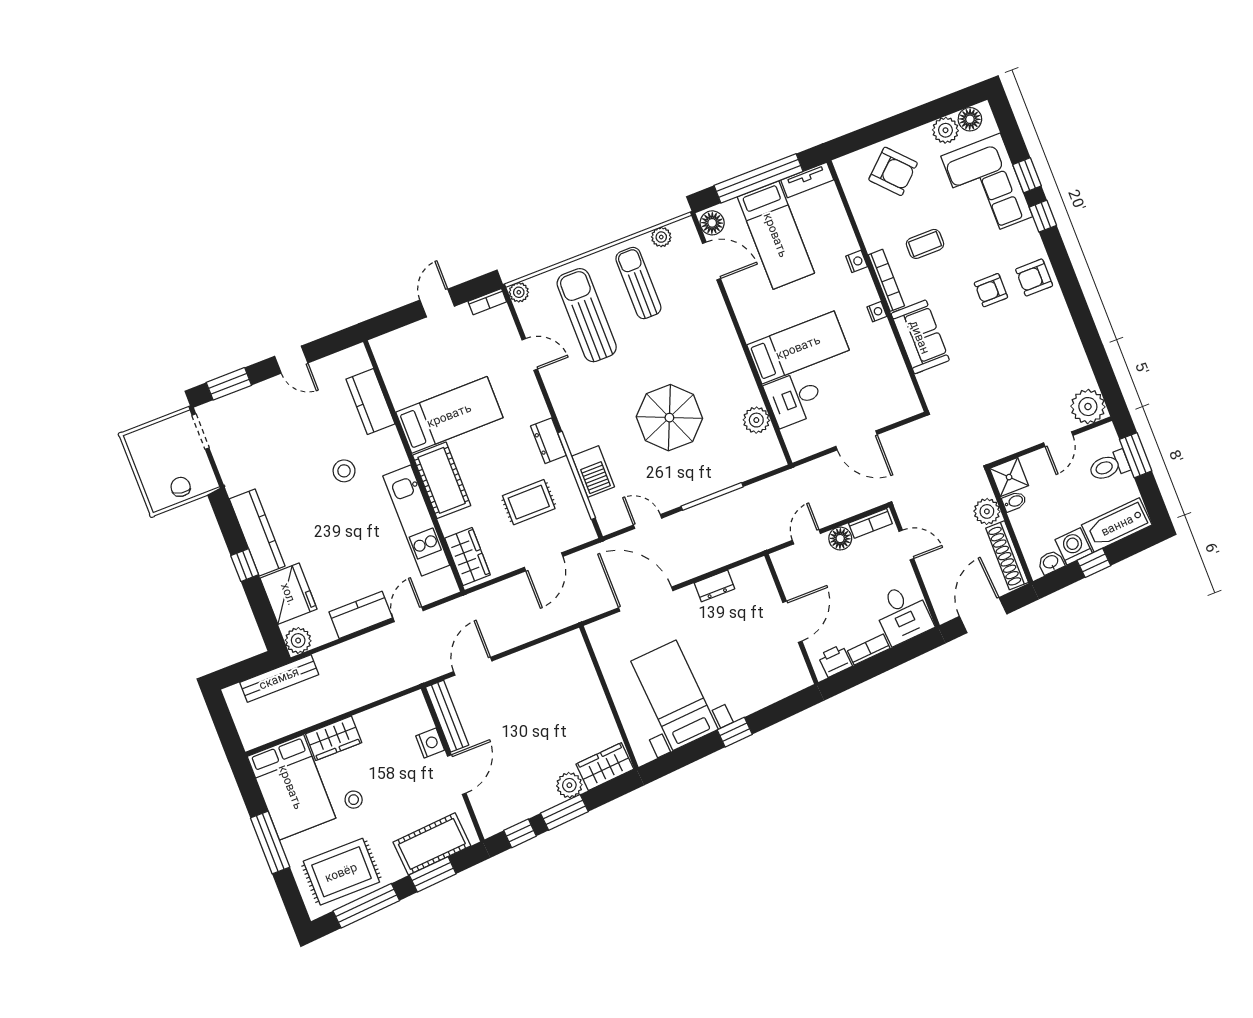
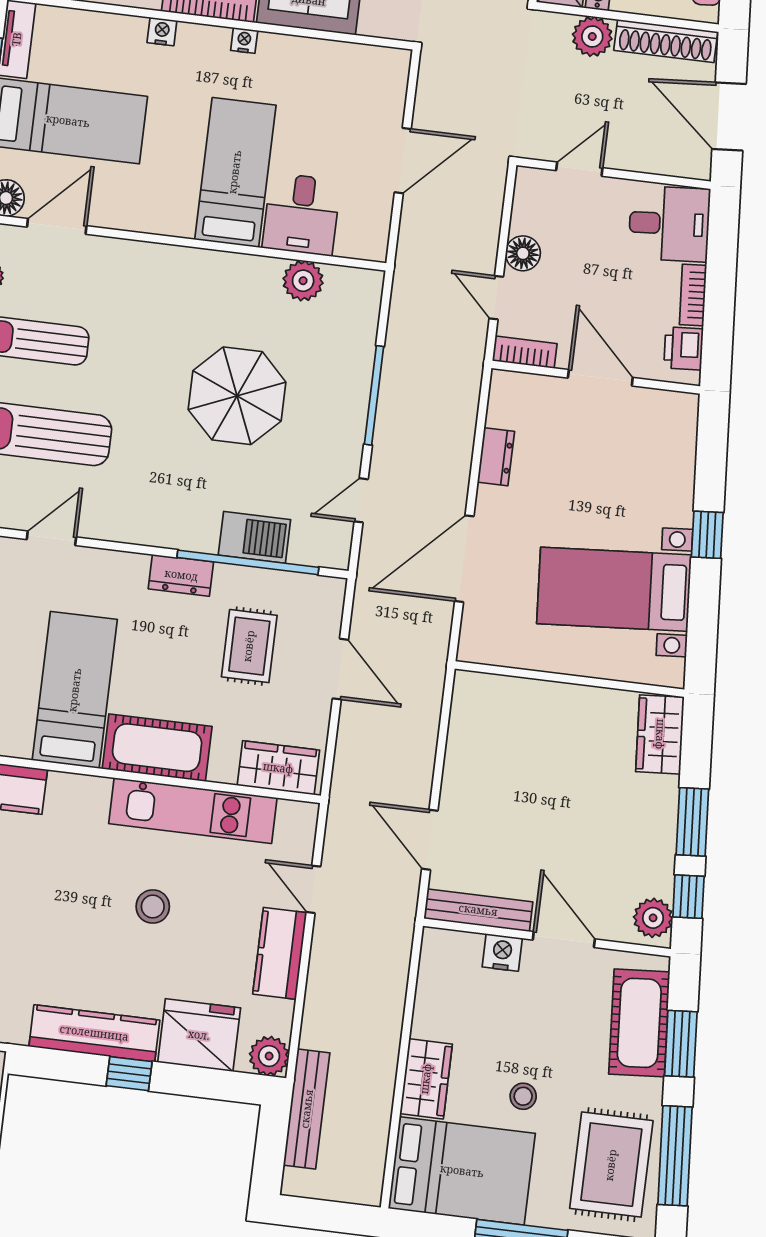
stool: (344, 471) -> (153, 907), moved
bookcase: (870, 523) -> (525, 352), moved, turned -90
plant: (569, 785) -> (653, 918), moved

